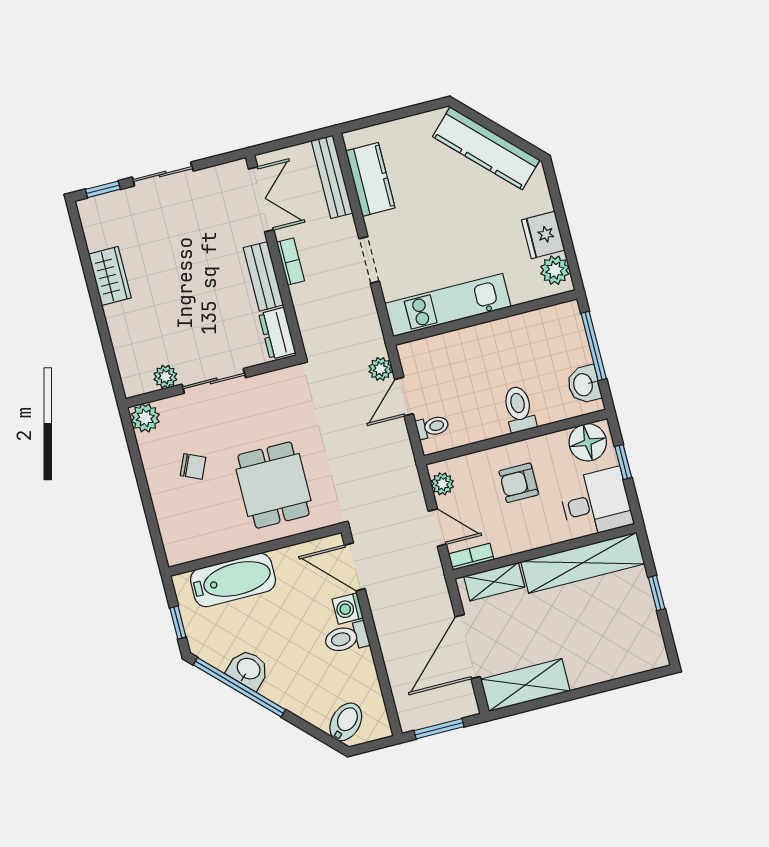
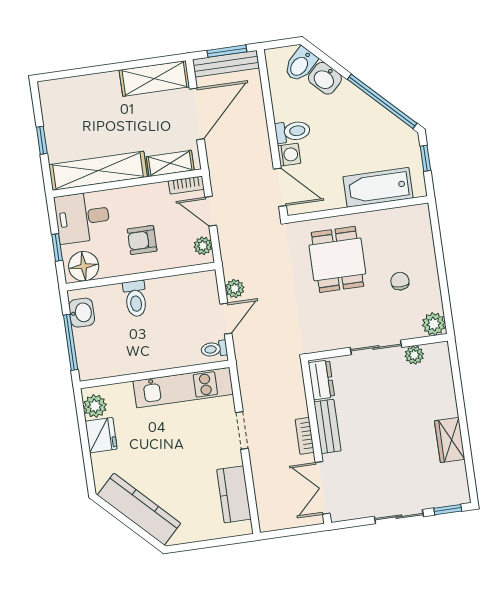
bench: (332, 177) -> (226, 64), moved, turned 90
plant: (380, 369) -> (235, 289), moved
toilet: (432, 427) -> (214, 349), moved
chair: (193, 466) -> (400, 281), turned 66
armchair: (519, 483) -> (142, 240), turned 180
washbasin: (248, 669) -> (325, 78), moved

